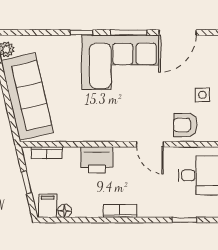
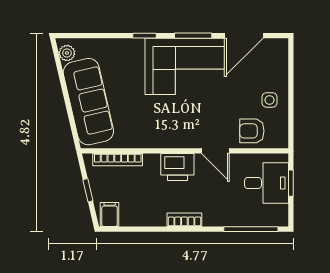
bookcase: (47, 153) -> (118, 160), width x1.56
printer: (97, 160) -> (177, 167), moved
floor lamp: (65, 211) -> (127, 220), removed
window: (184, 220) -> (251, 229), width x2.17

